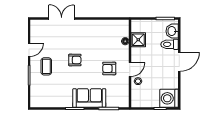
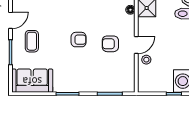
armchair: (75, 60) -> (79, 40), moved
sofa: (89, 98) -> (32, 81), moved

